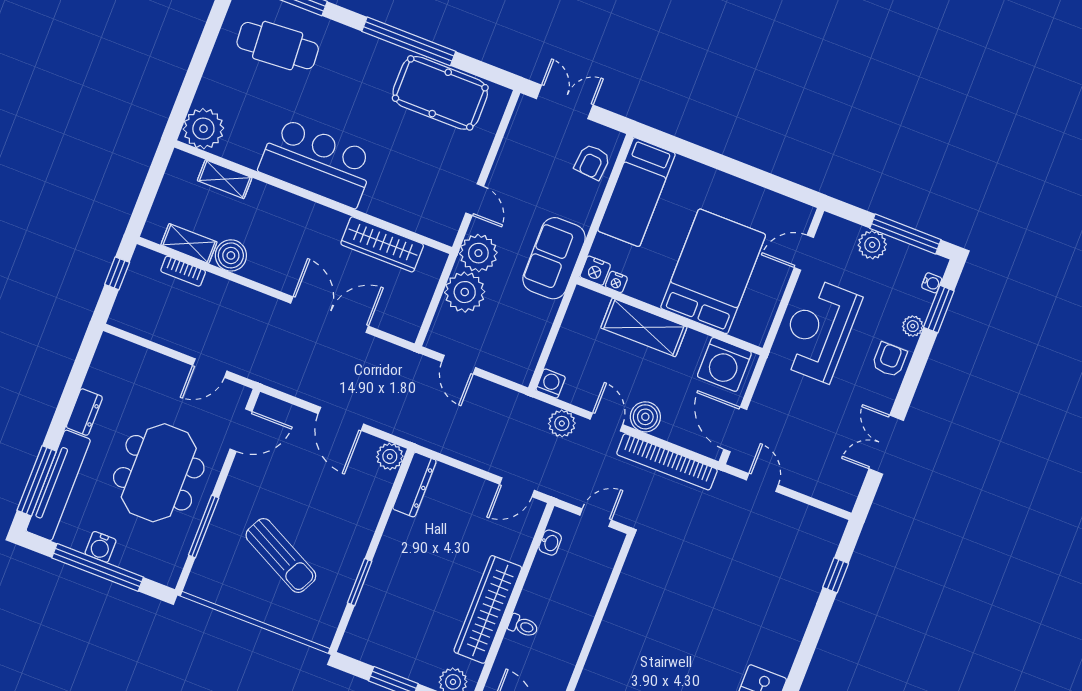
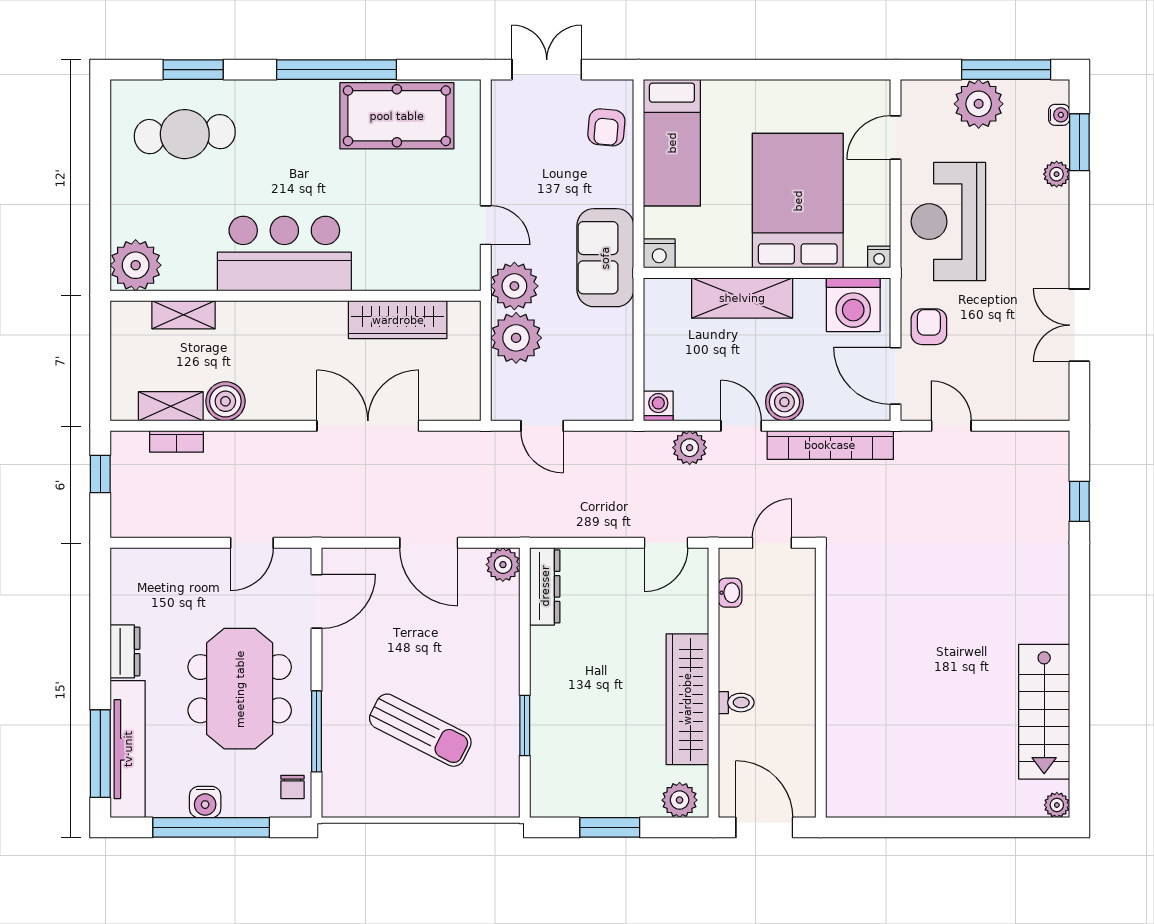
plant: (872, 245) -> (979, 104), width x1.36, depth x1.36
nightstand: (616, 282) -> (879, 257), moved
armchair: (889, 360) -> (929, 327), moved
chair: (170, 561) -> (292, 787), added

